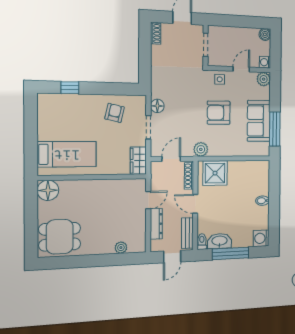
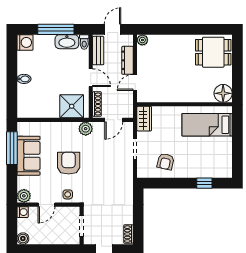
floor lamp: (157, 106) -> (127, 168), removed
armchair: (219, 113) -> (69, 163), turned -90
plant: (121, 248) -> (142, 40), moved

